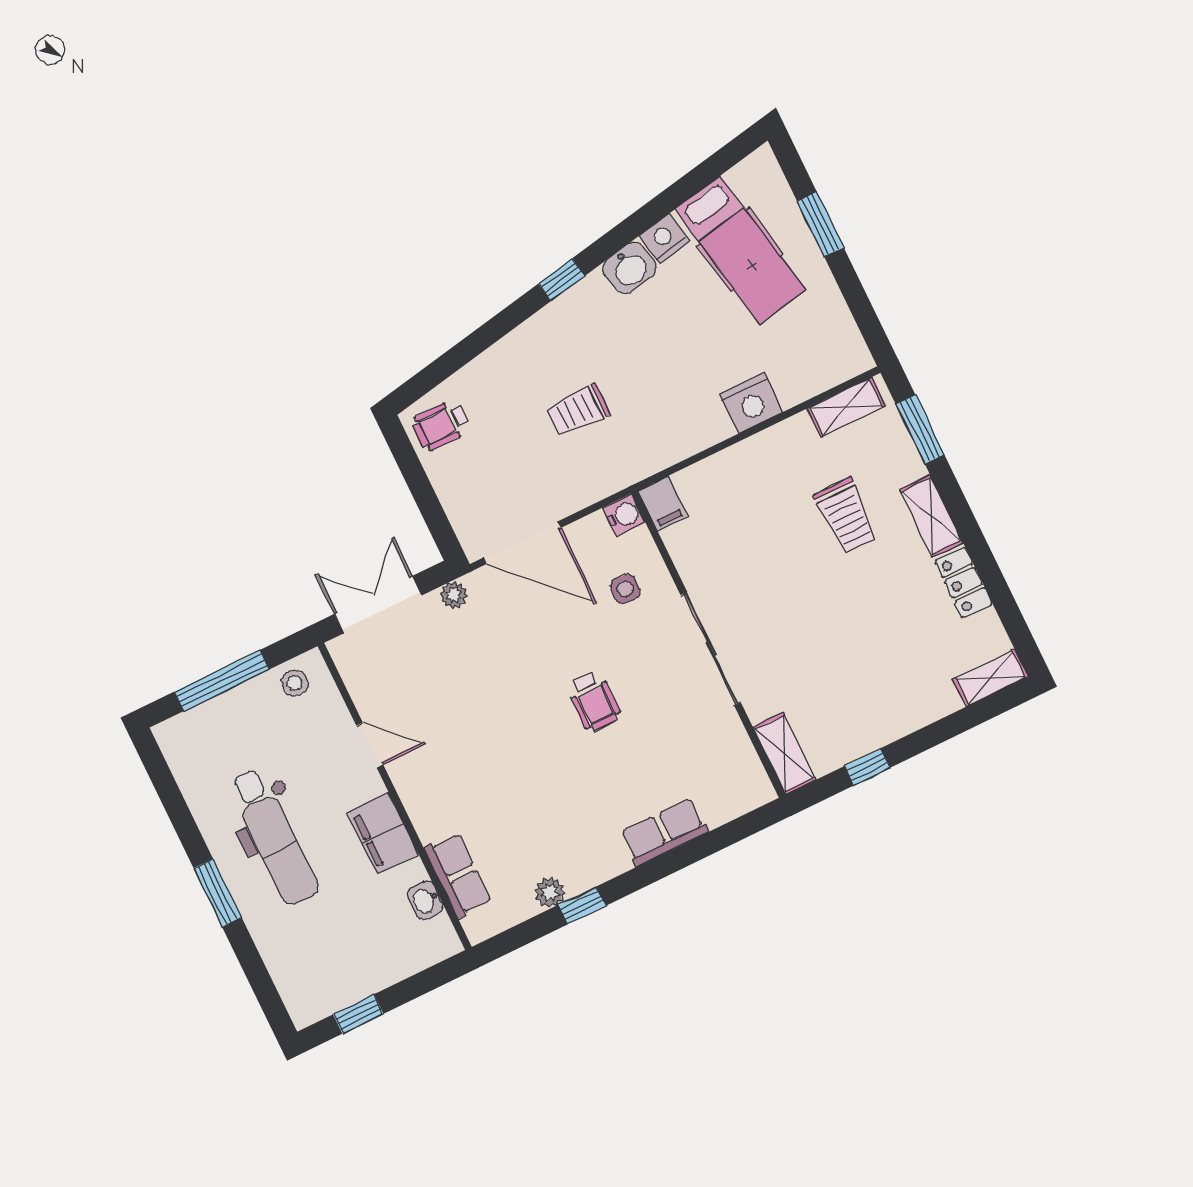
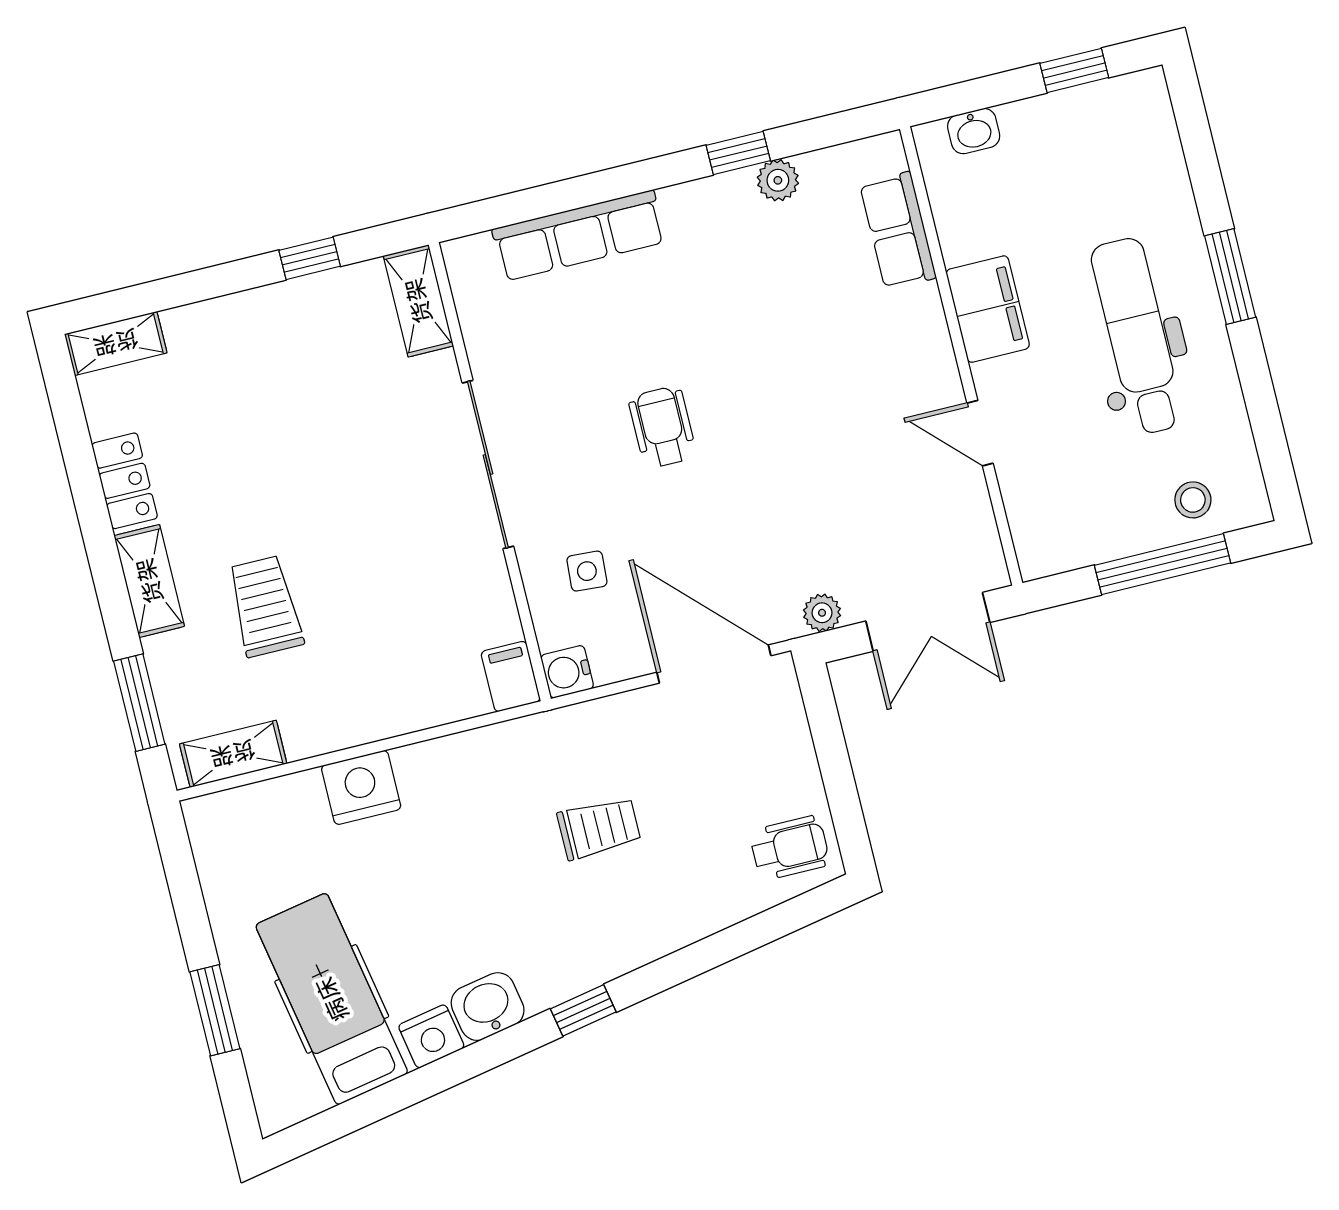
stool: (295, 683) -> (1193, 500), moved
row of seats: (664, 832) -> (579, 236), width x1.48
washbasin: (425, 900) -> (974, 131), moved, turned 90

